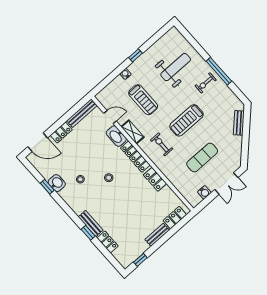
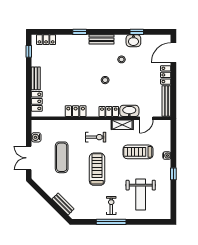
locker: (135, 157) -> (109, 111), width x0.66
bench: (91, 223) -> (102, 39), moved
locker: (107, 242) -> (46, 40), moved

